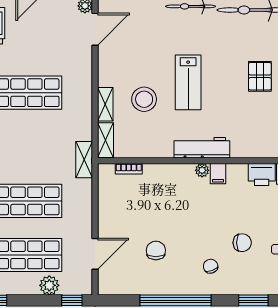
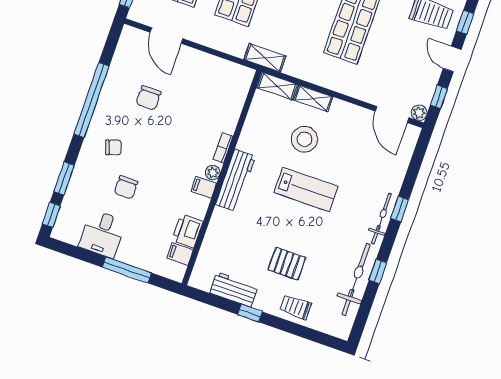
lab bench: (188, 82) -> (306, 189), turned 180
bookcase: (129, 169) -> (223, 148), moved
chair: (156, 250) -> (148, 98), turned 90

